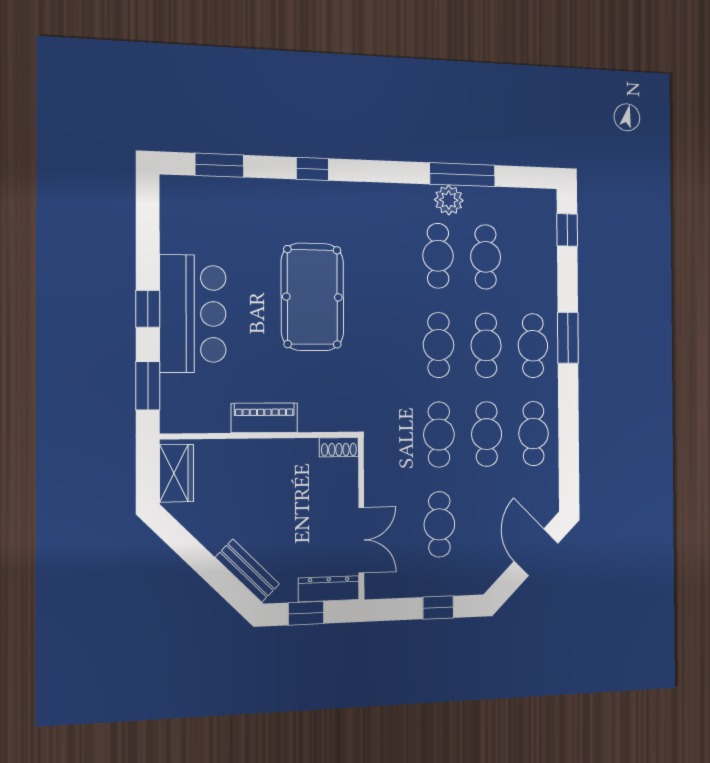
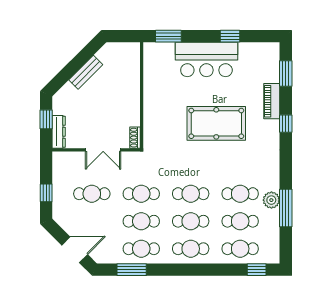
cafe table: (532, 258) -> (240, 249), added
window: (148, 309) -> (230, 36), moved
window: (568, 338) -> (132, 270), moved
piano: (264, 418) -> (272, 101), moved, turned 180
wardrobe: (177, 473) -> (122, 51), removed
double door: (361, 540) -> (103, 150), moved
bench: (247, 571) -> (86, 72), moved

